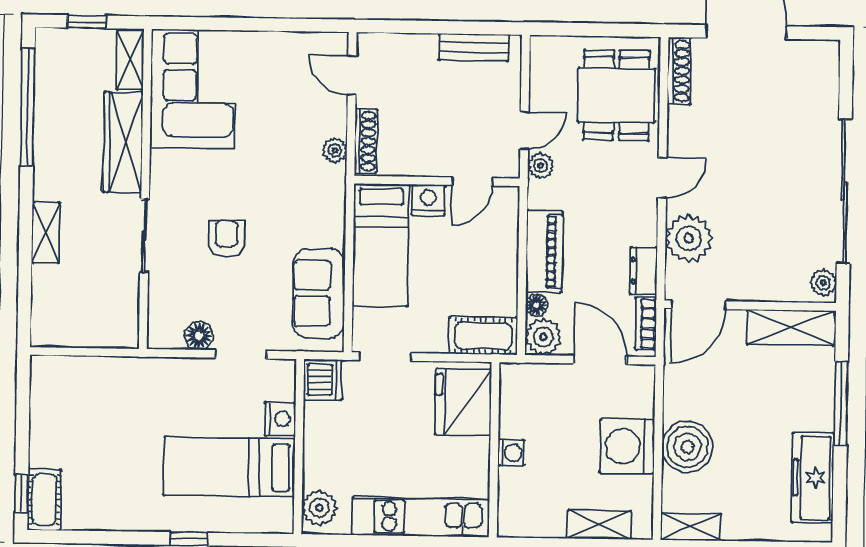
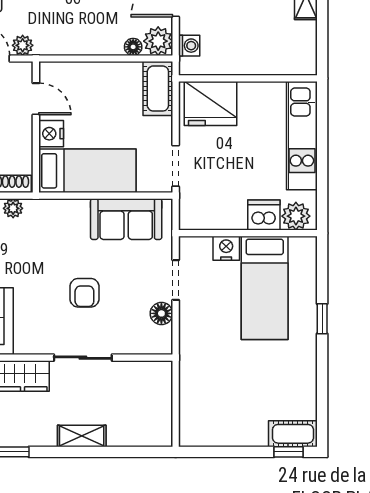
armchair: (227, 239) -> (84, 293), turned -90
piano: (544, 251) -> (90, 41), removed
dishwasher: (323, 380) -> (264, 215), moved
washing machine: (511, 453) -> (189, 46), moved, turned 90

